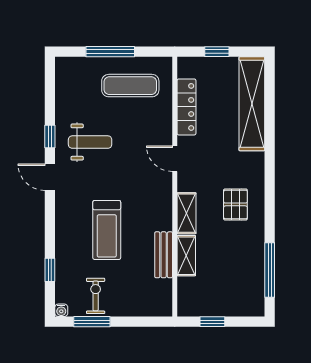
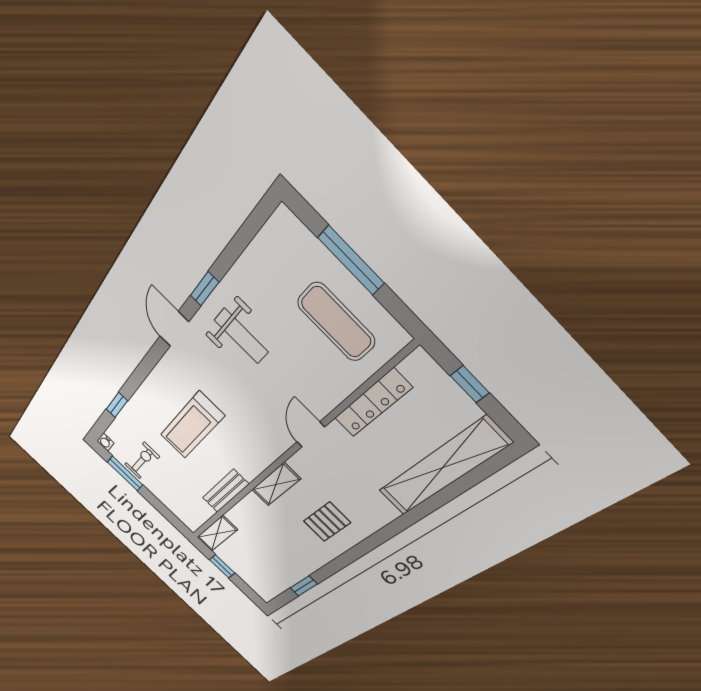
shelving: (186, 256) -> (217, 533), moved
window: (270, 270) -> (304, 586), width x0.46

